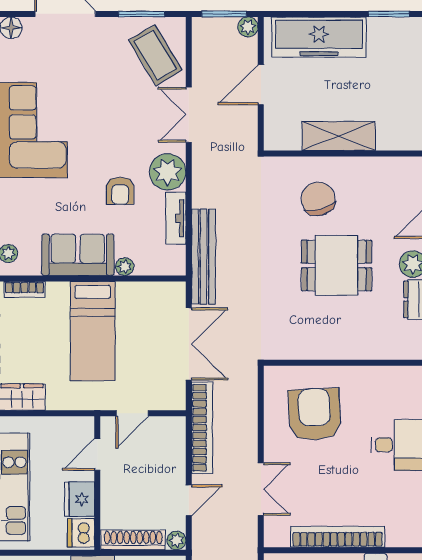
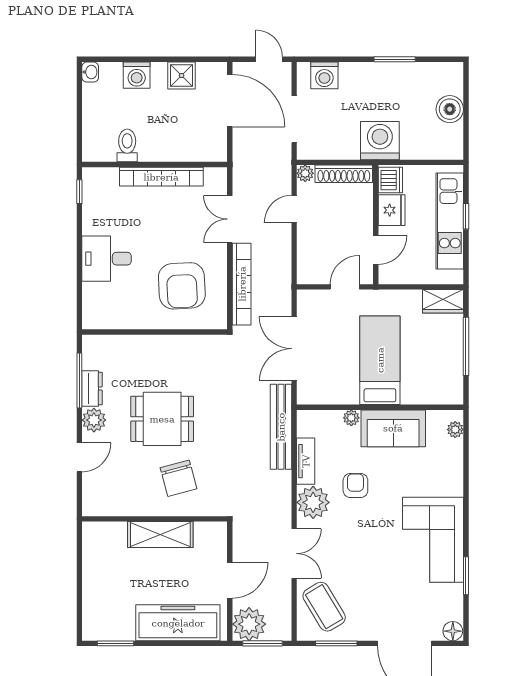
plant: (248, 27) -> (249, 624), width x1.88, depth x1.88
bookcase: (24, 290) -> (441, 397), removed
bookcase: (202, 428) -> (242, 284), moved, turned 180

